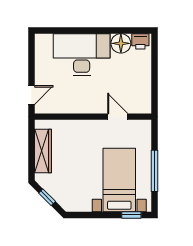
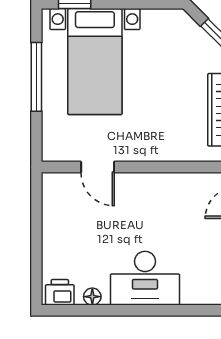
floor lamp: (121, 43) -> (92, 297), width x0.53, depth x0.53
desk: (82, 55) -> (145, 278), width x0.73, depth x0.77

